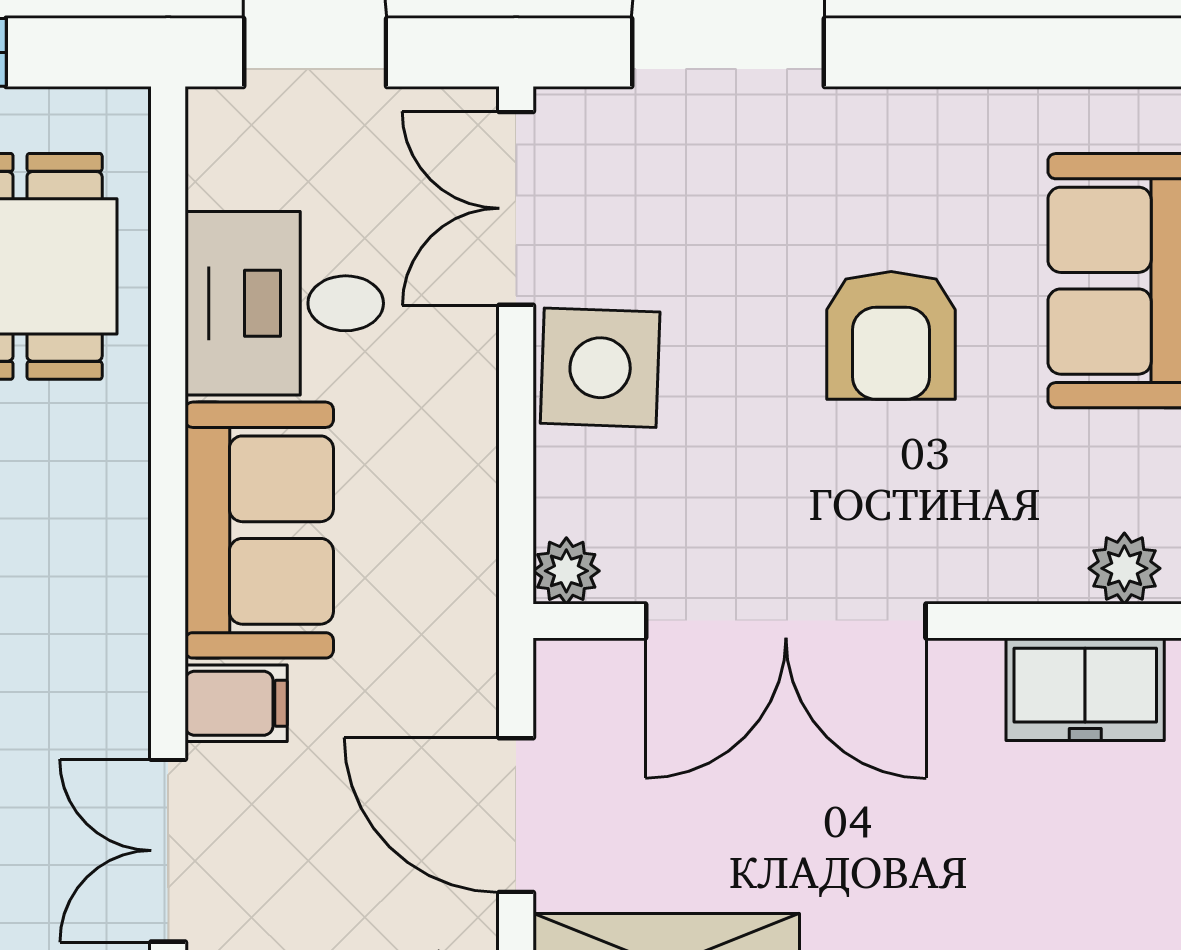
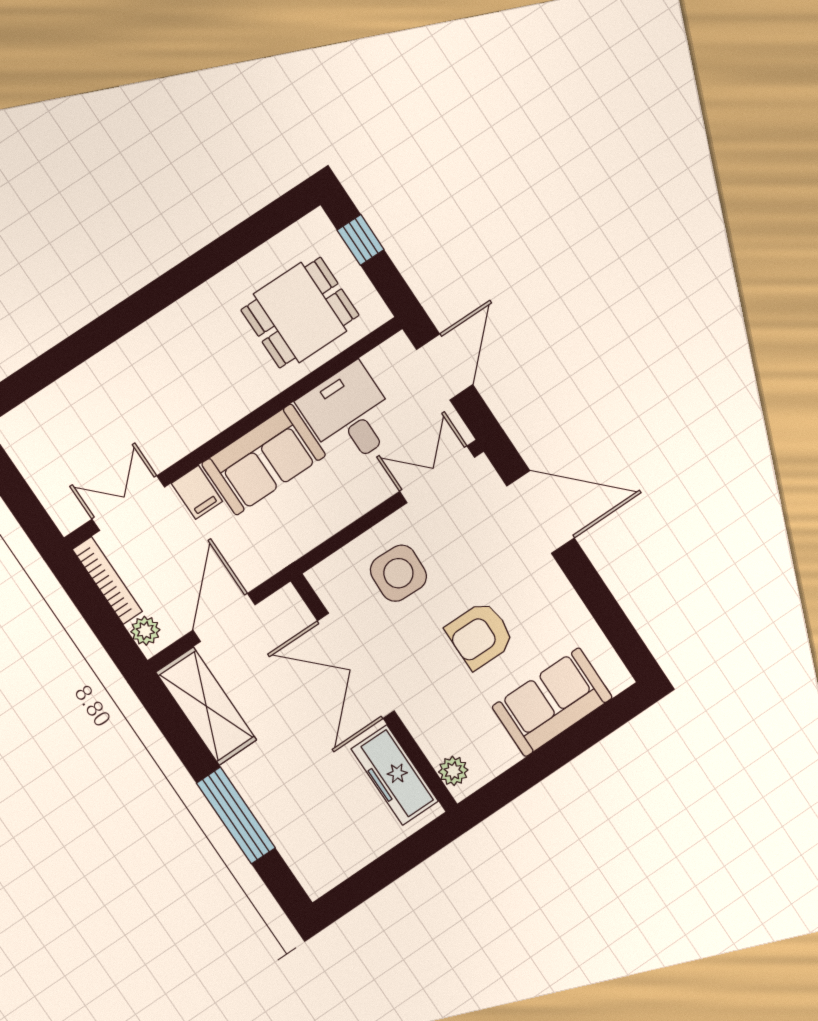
side table: (600, 368) -> (398, 573), moved
plant: (566, 571) -> (322, 577), removed
freezer: (1085, 689) -> (395, 775), width x1.40

